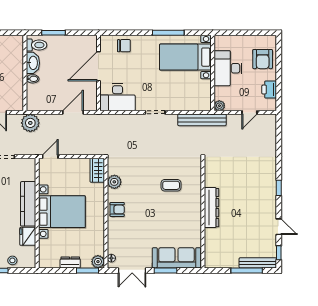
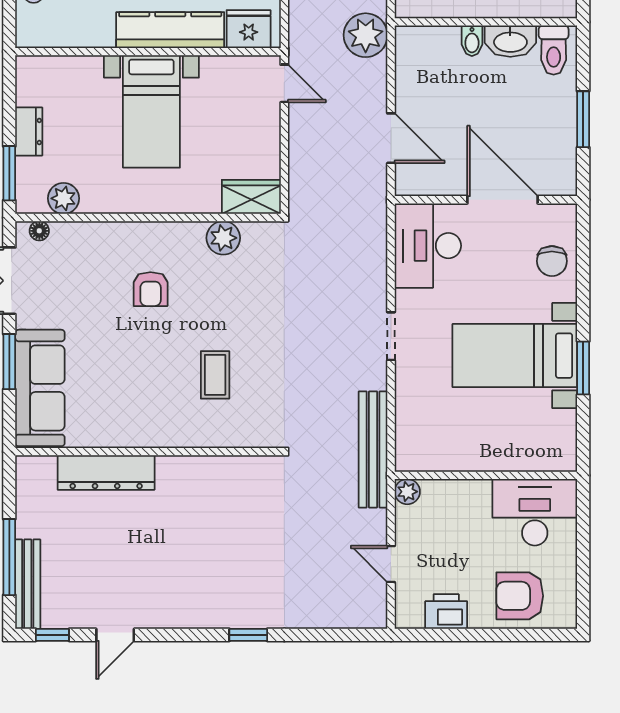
window: (53, 33) -> (583, 119), moved
window: (168, 33) -> (583, 368), width x0.69
bed with nightstands: (185, 57) -> (515, 356), moved, turned -90
desk: (228, 68) -> (535, 512), moved
window: (279, 188) -> (248, 635), moved
dresser: (212, 208) -> (106, 473), moved
armchair: (117, 209) -> (151, 289), moved
bed with nightstands: (62, 212) -> (151, 111), width x0.73
fridge: (28, 236) -> (249, 29), moved
plant: (98, 262) -> (63, 198), moved

